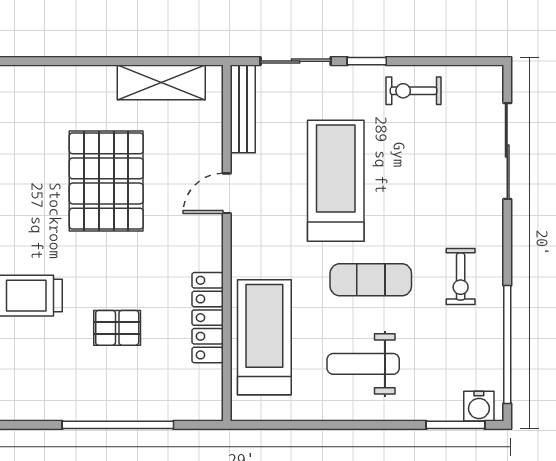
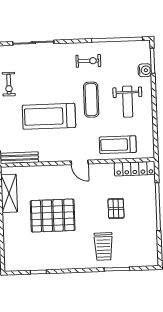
door: (227, 193) -> (80, 162), moved
locker: (208, 318) -> (135, 169), moved
treadmill: (264, 337) -> (118, 145), width x0.73, depth x0.73
water cooler: (479, 406) -> (145, 70), moved

